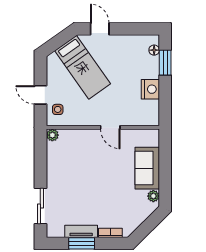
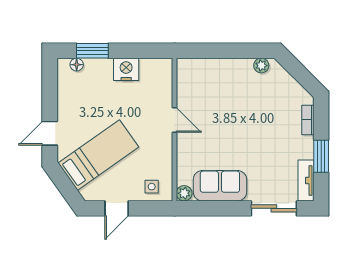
door: (40, 95) -> (117, 208), moved
door: (110, 127) -> (174, 120), hinge flipped
sofa: (147, 168) -> (220, 186), moved, turned 180
tv unit: (81, 231) -> (306, 180), moved

